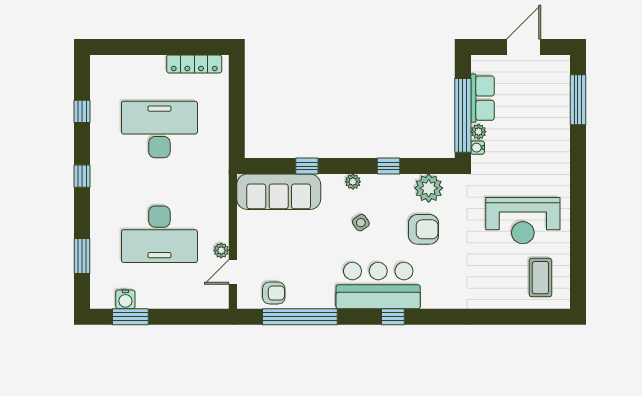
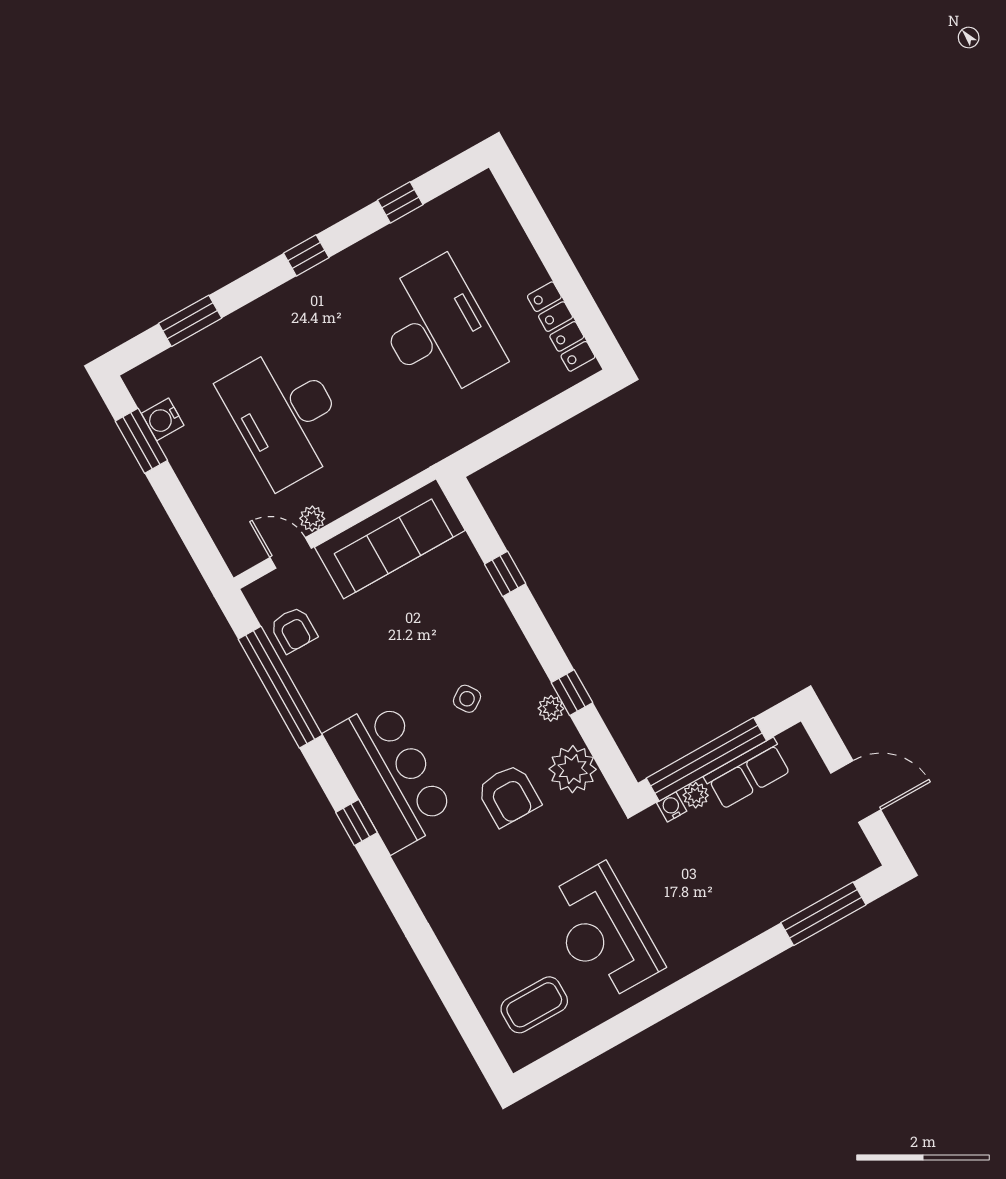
plant: (353, 182) -> (551, 708), moved
sofa: (279, 192) -> (390, 539), moved, turned -90

